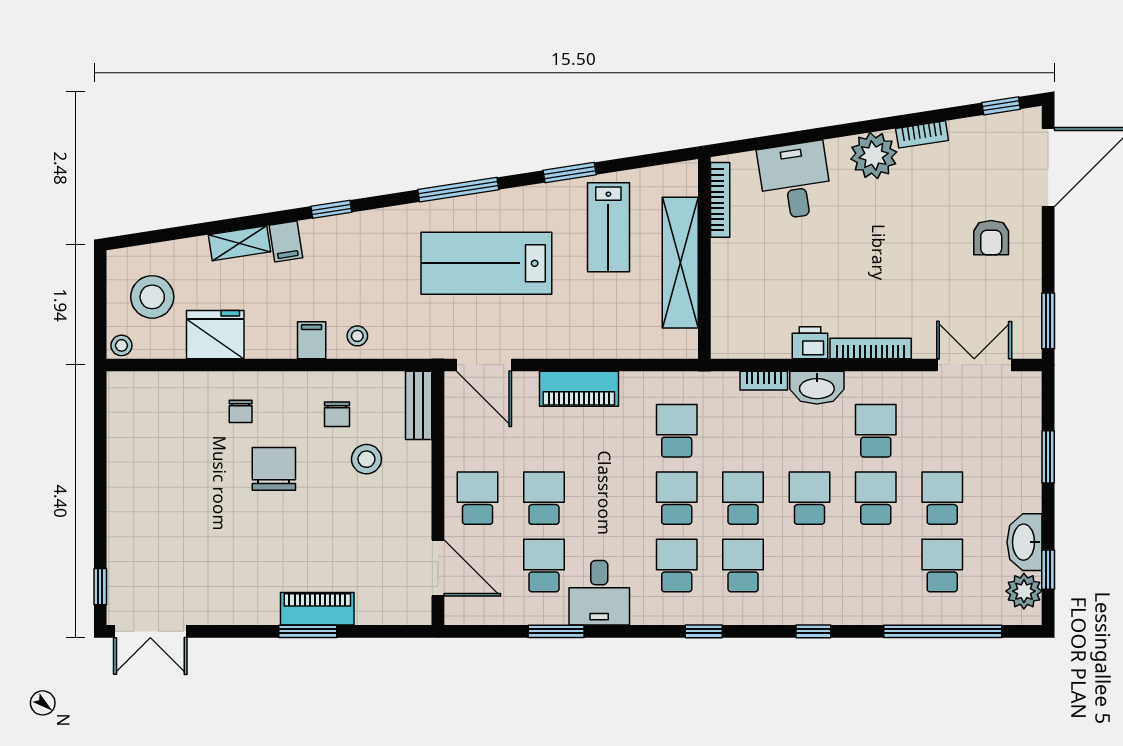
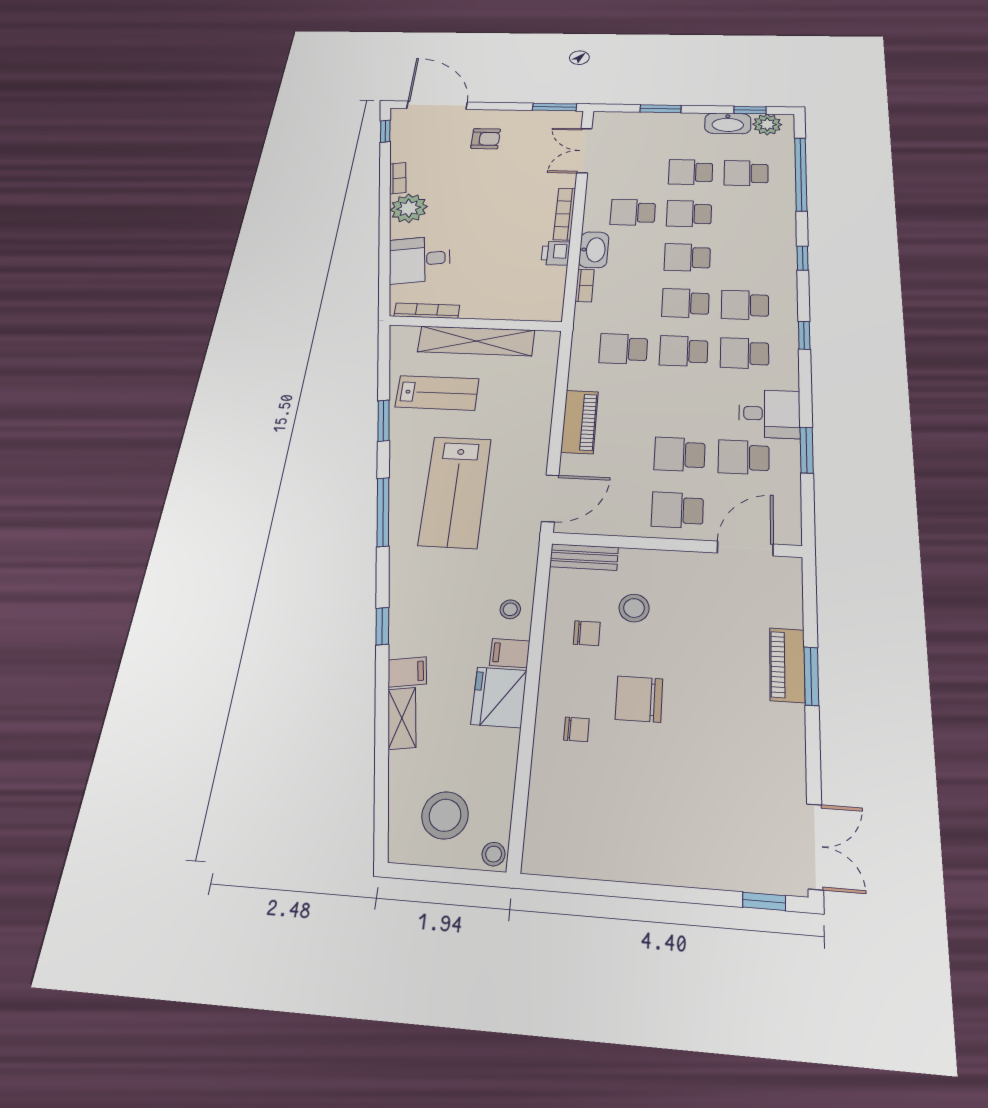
fridge: (215, 335) -> (499, 697), moved

